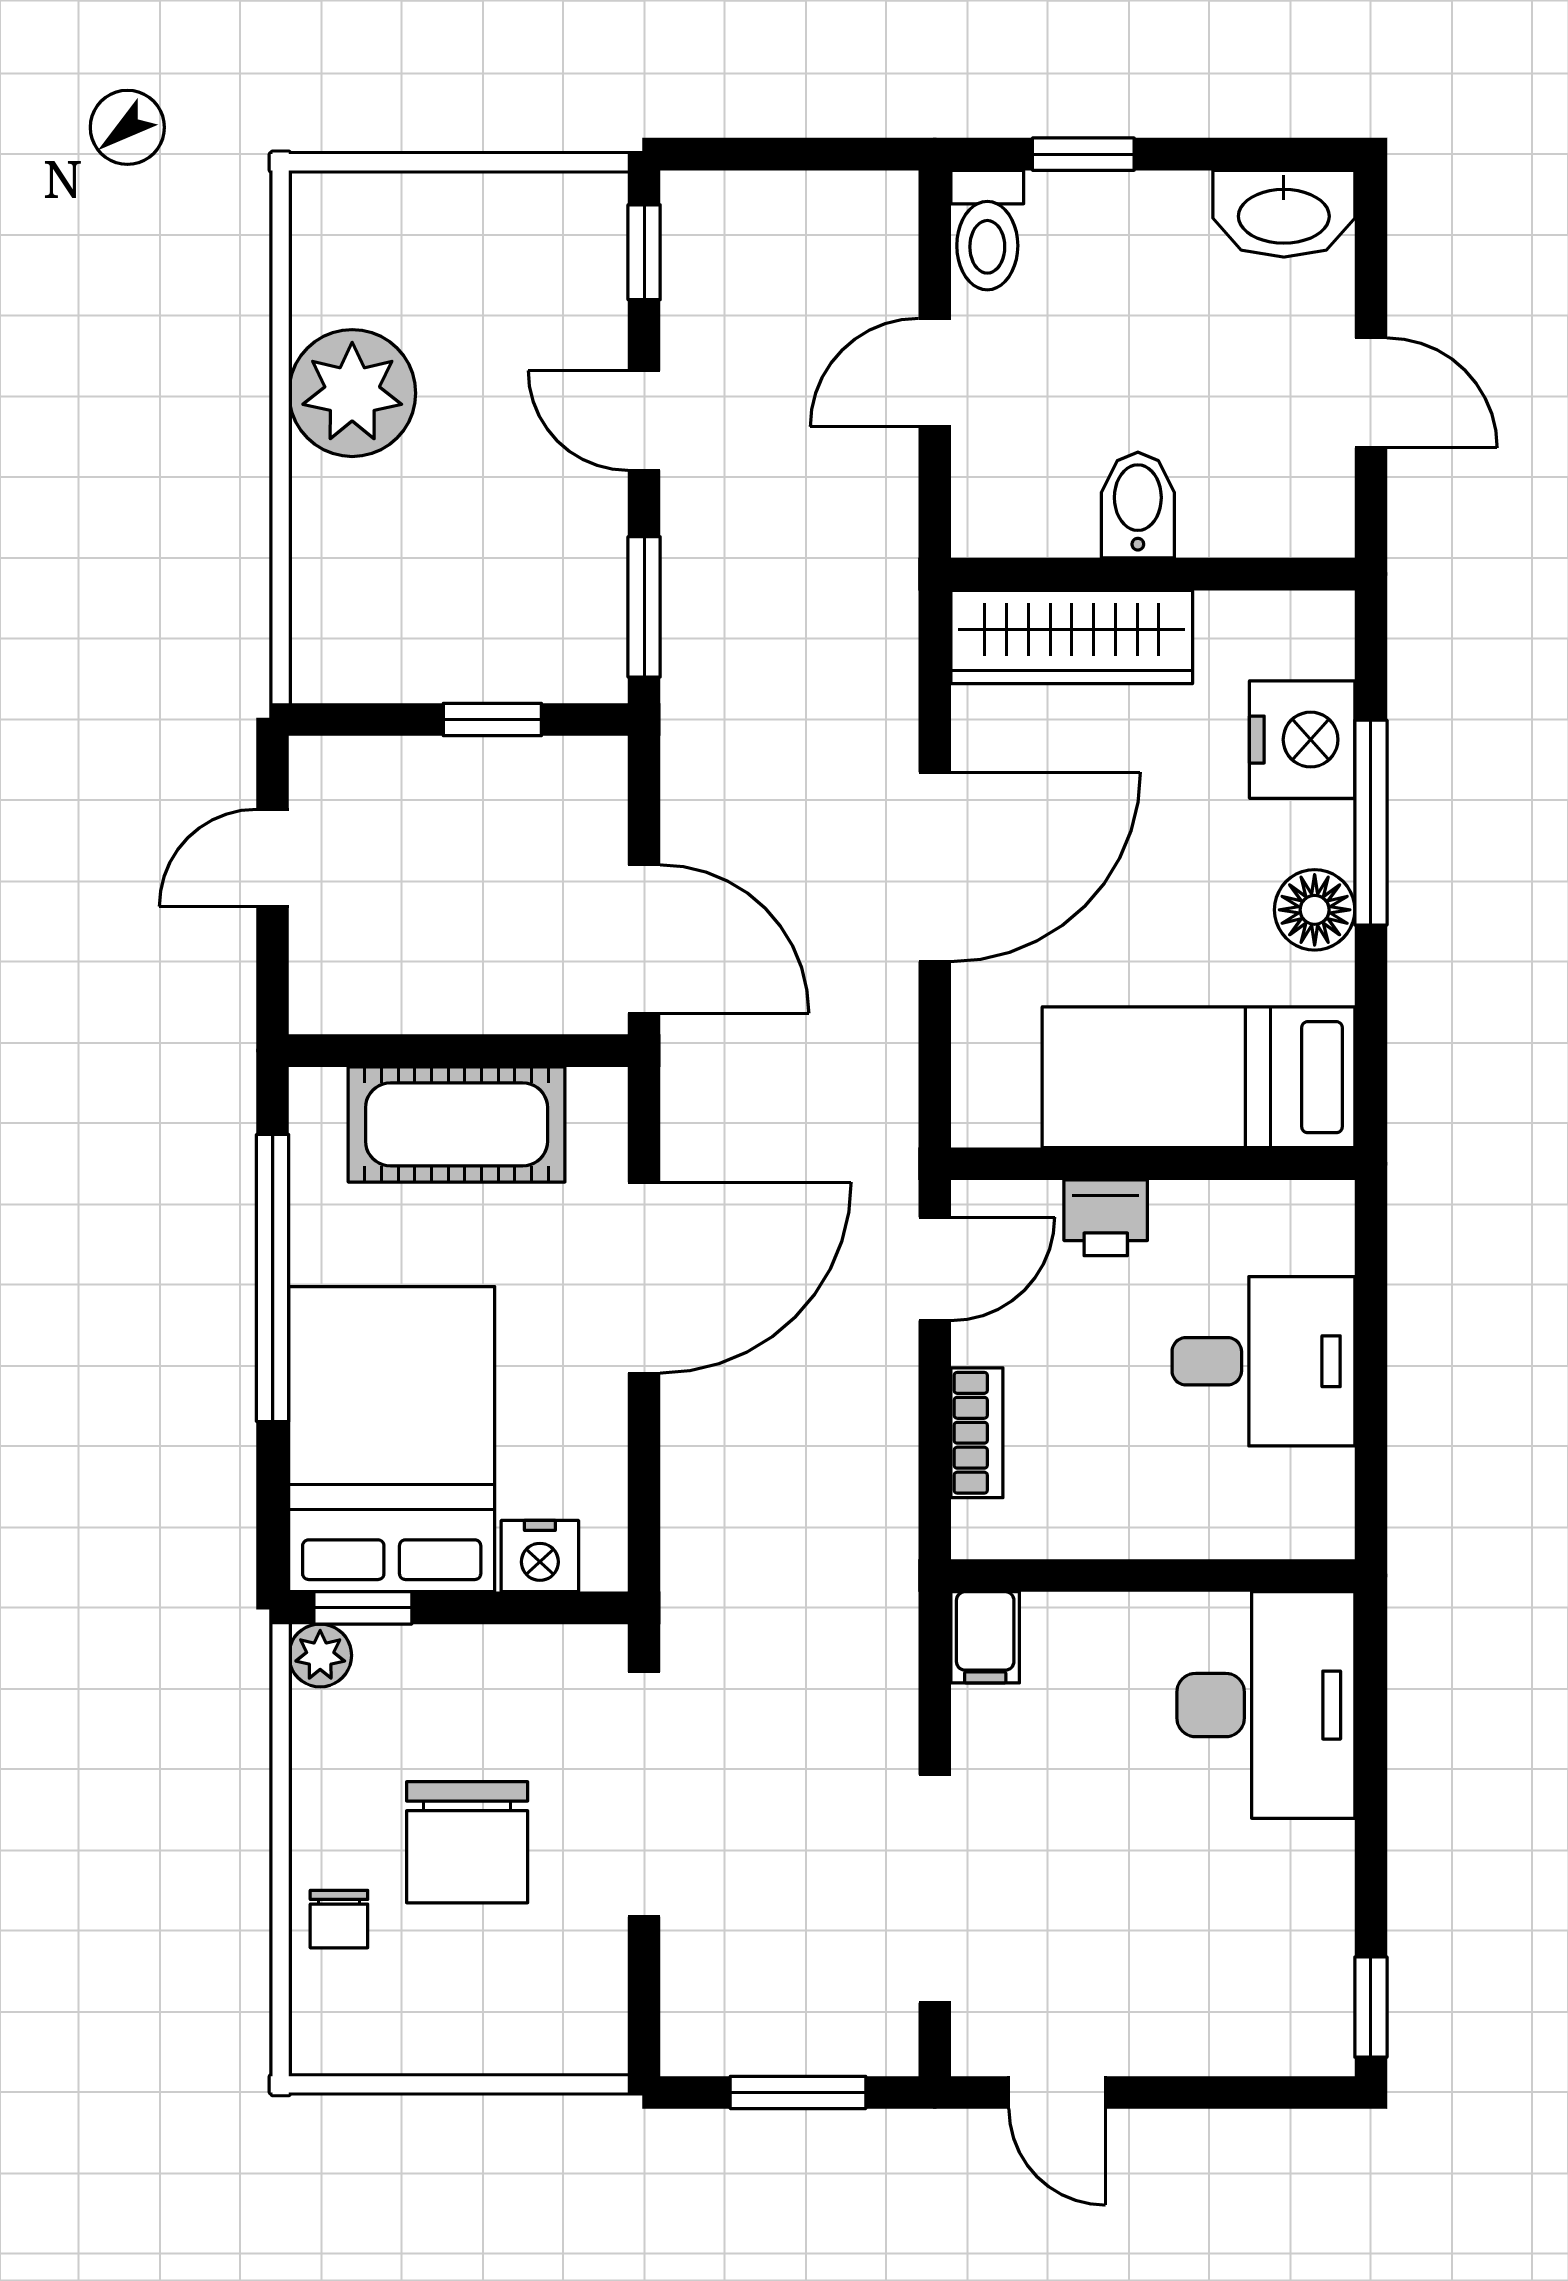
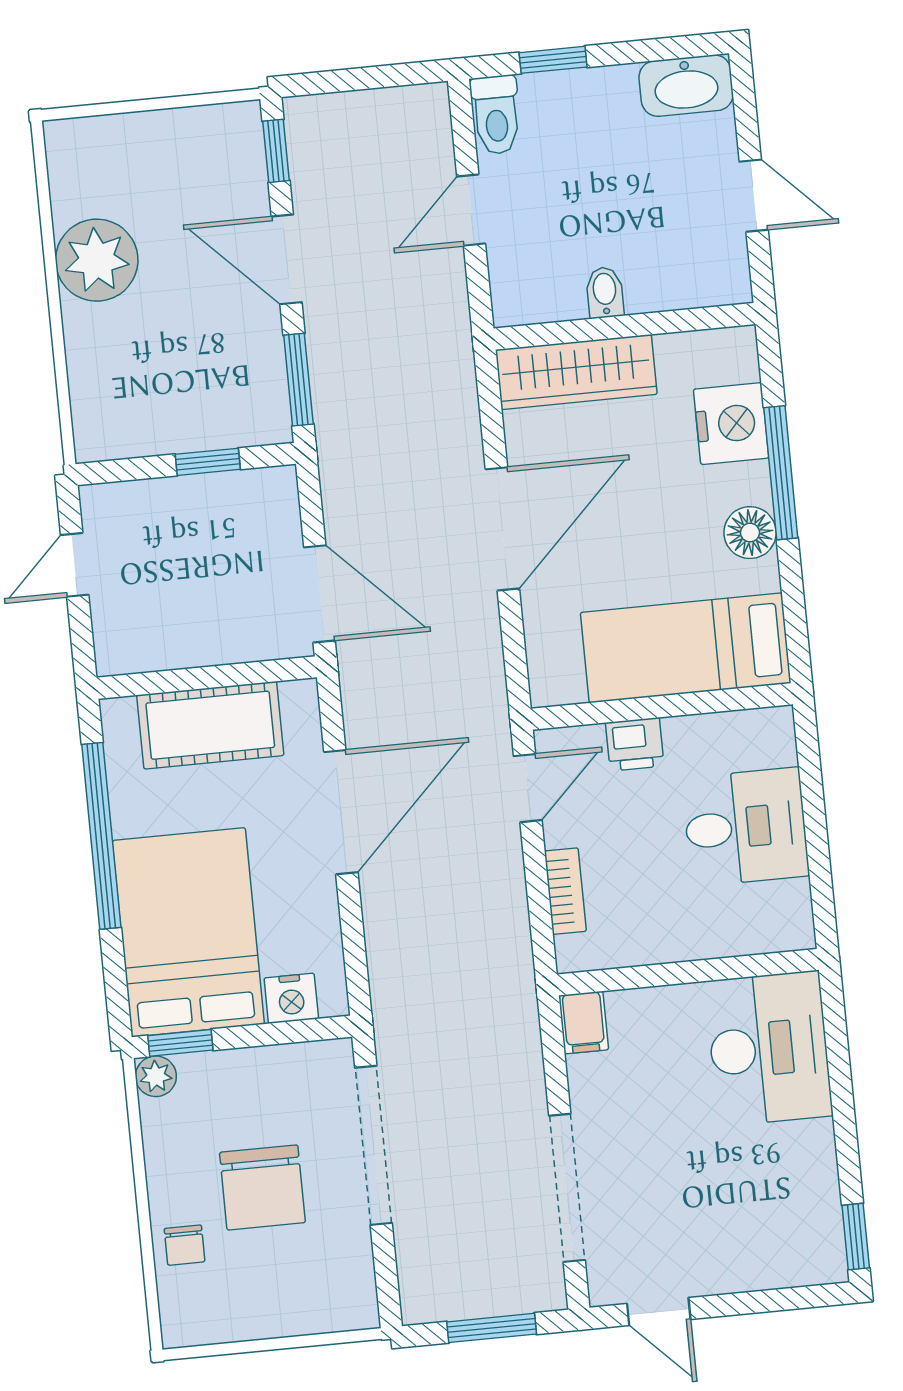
door: (644, 420) -> (287, 259), width x1.38
bidet: (1138, 505) -> (605, 292), width x0.72, depth x0.74

